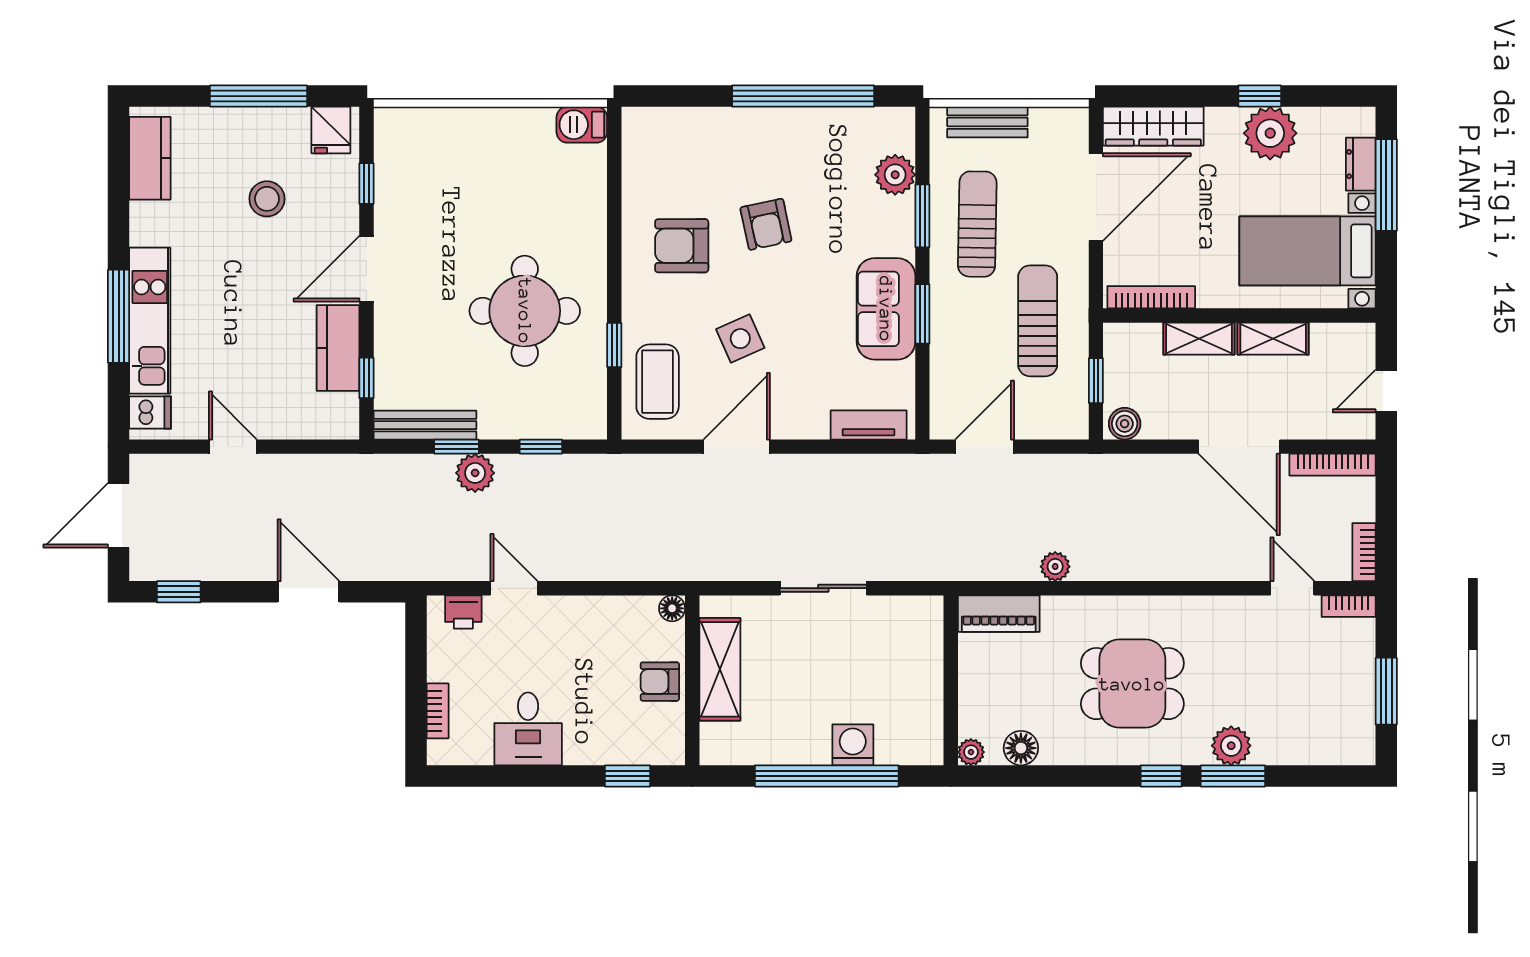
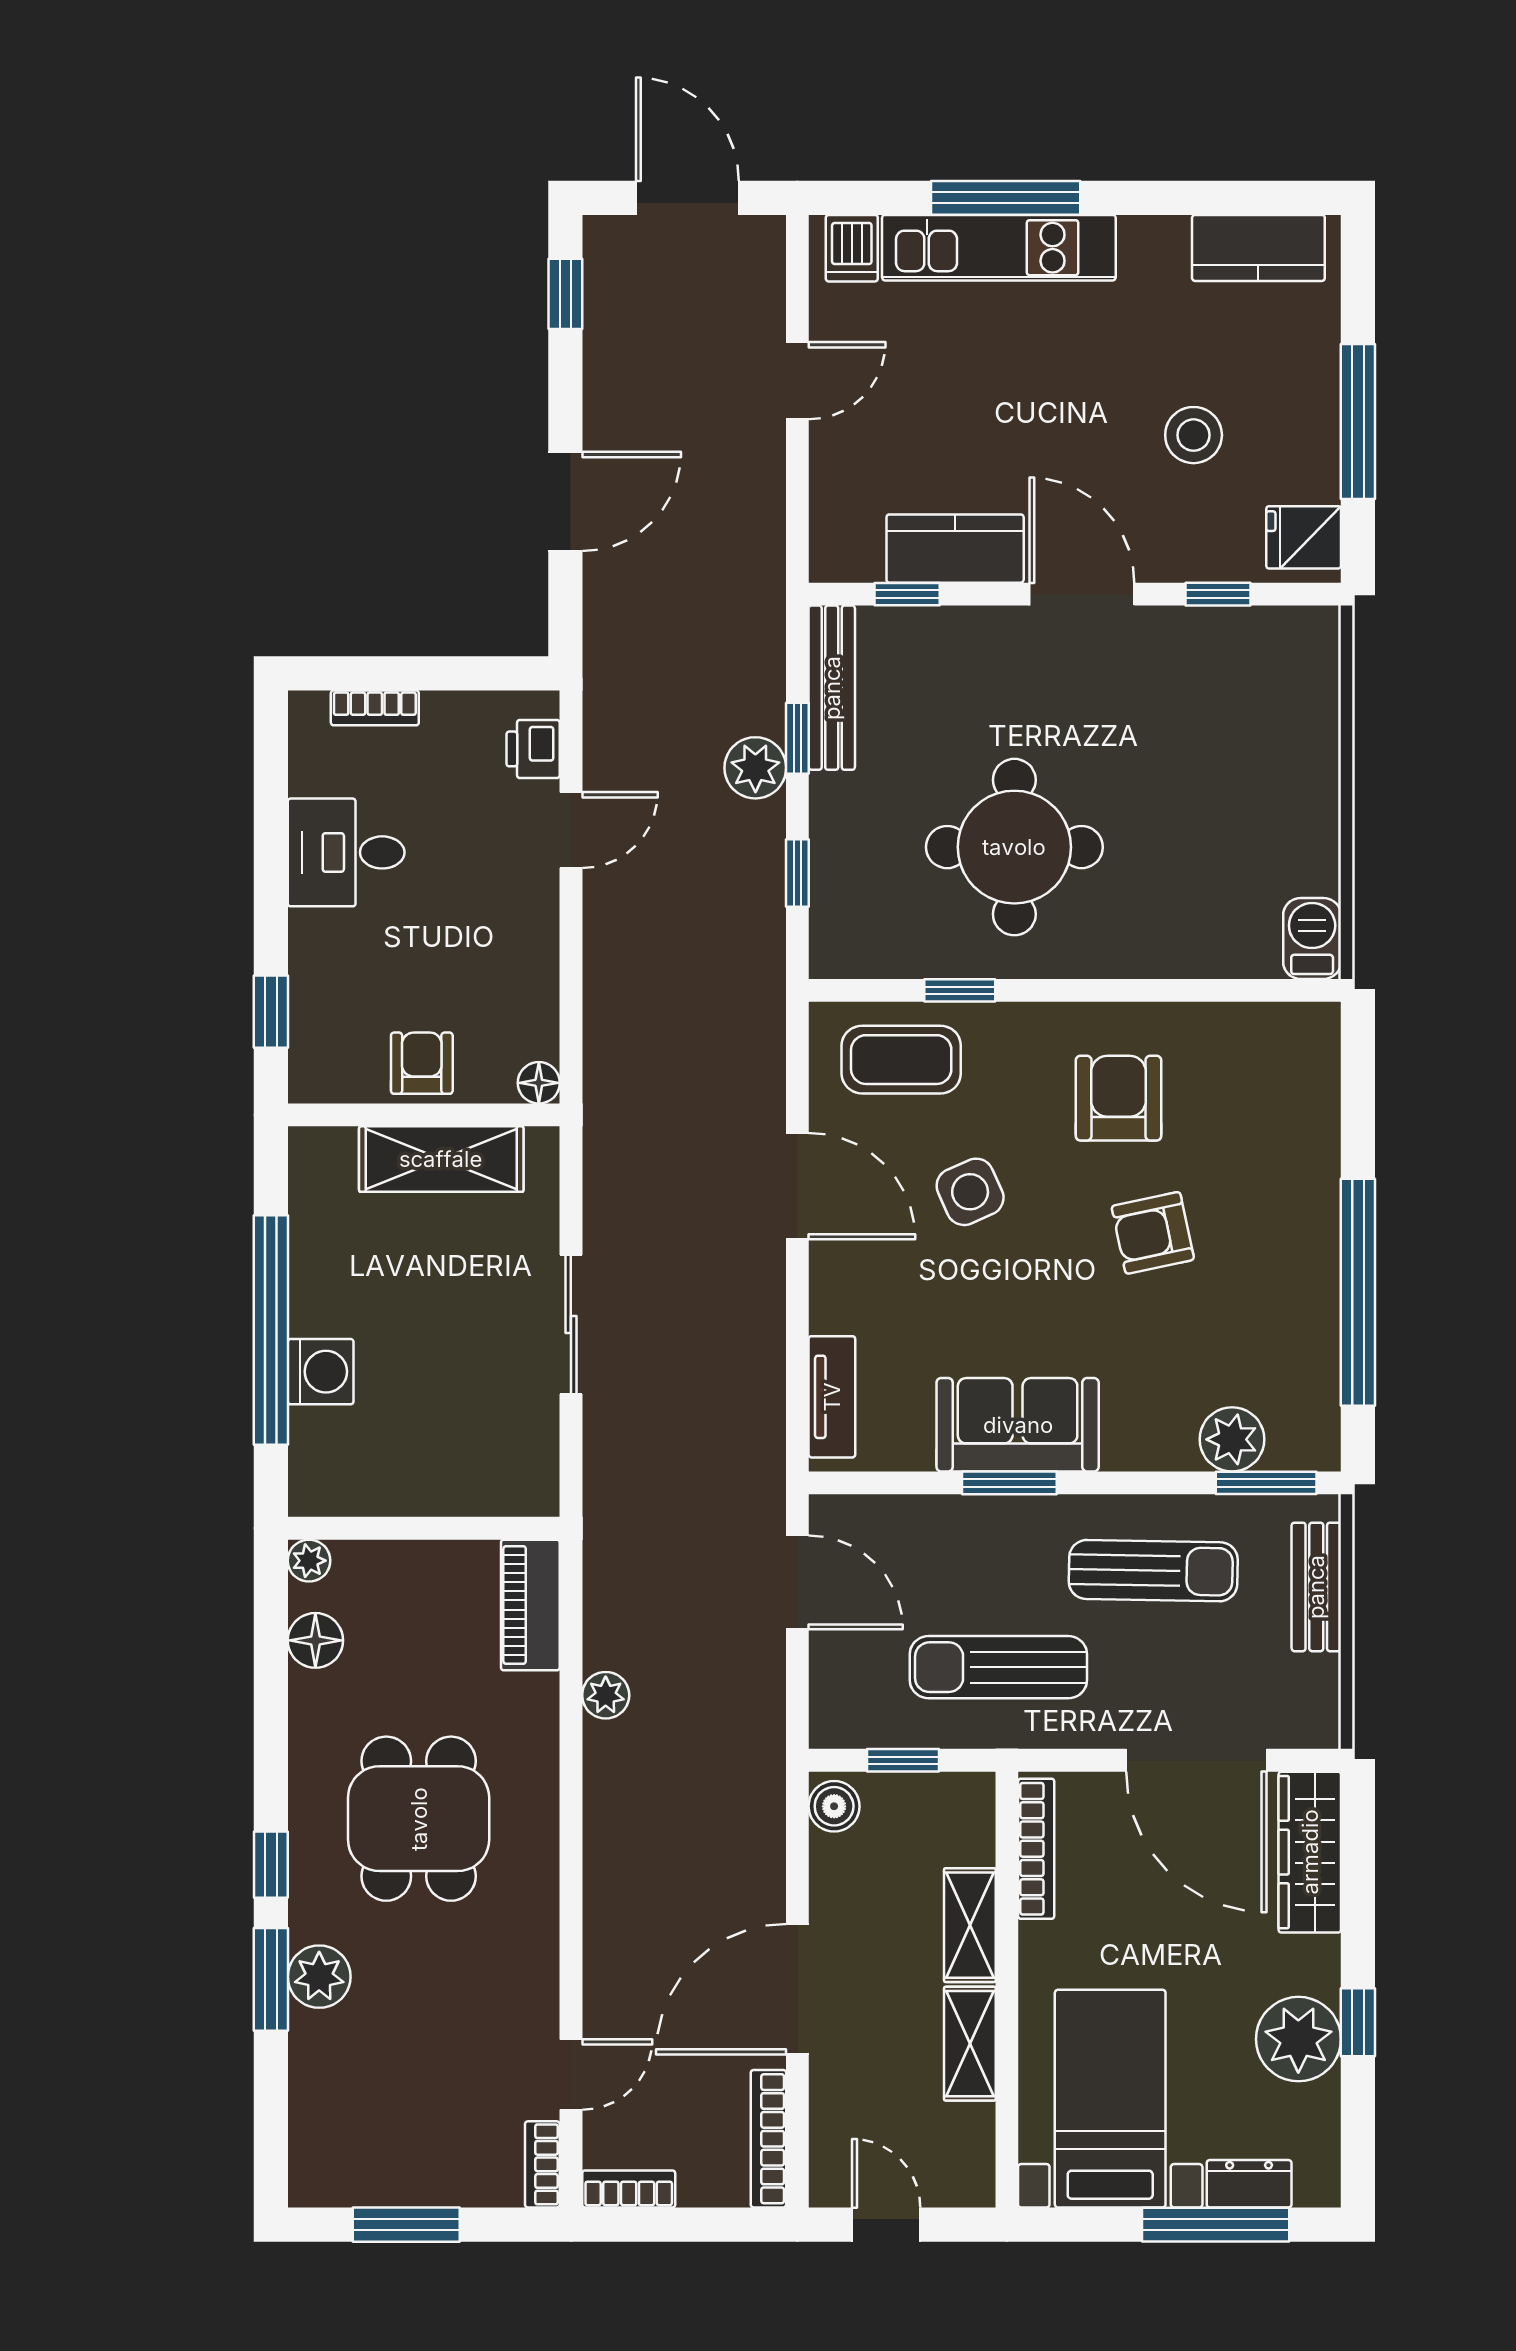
window: (922, 216) -> (1266, 1483), moved
sun lounger: (1038, 321) -> (998, 1667), turned 180

